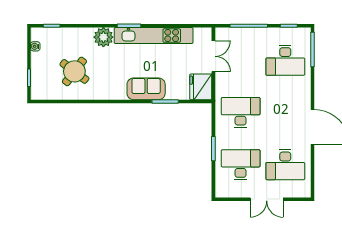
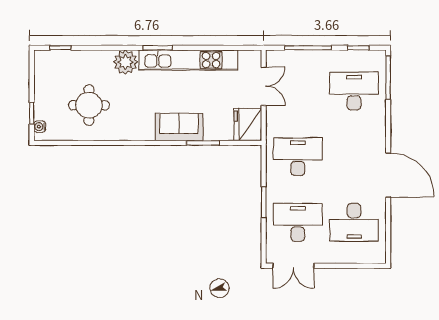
water cooler: (35, 46) -> (40, 127), moved
desk: (285, 60) -> (354, 91), turned 180
round table: (74, 71) -> (89, 105), turned -37
double door: (267, 199) -> (293, 266), moved

